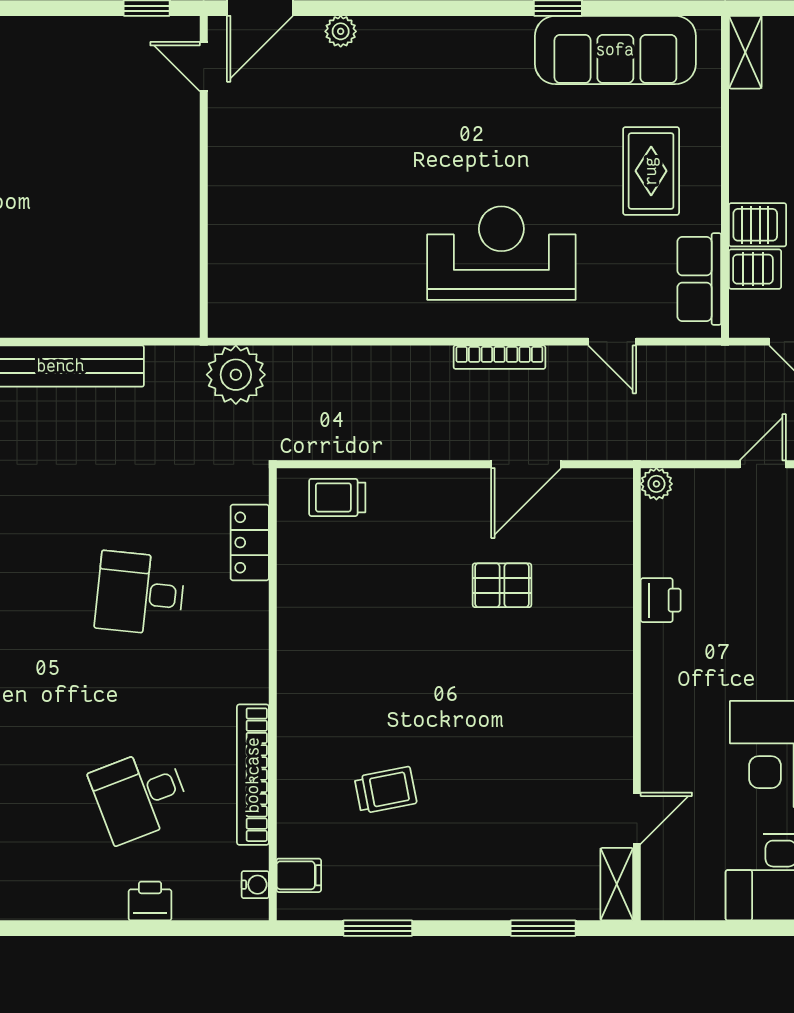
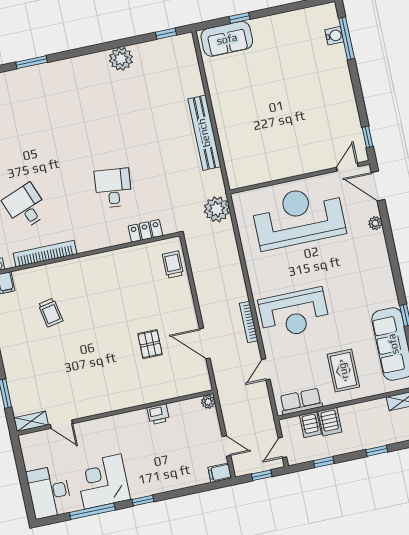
rug: (651, 171) -> (343, 371), turned 90
reception desk: (291, 198) -> (299, 217), added
reception desk: (501, 253) -> (294, 313), turned 90

